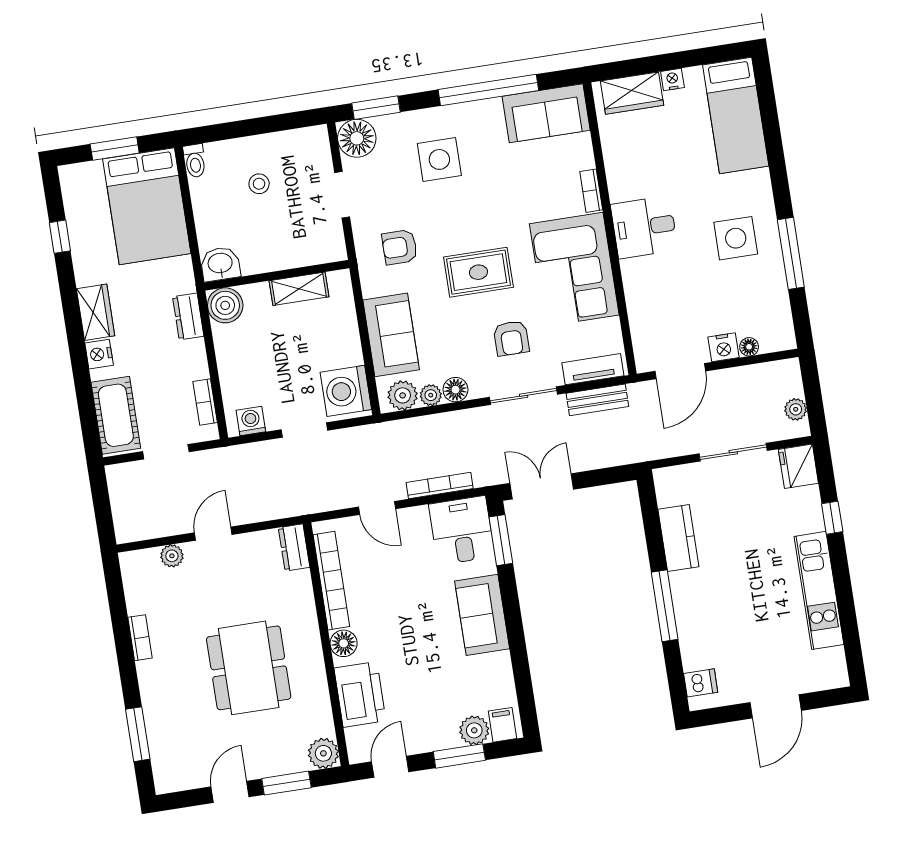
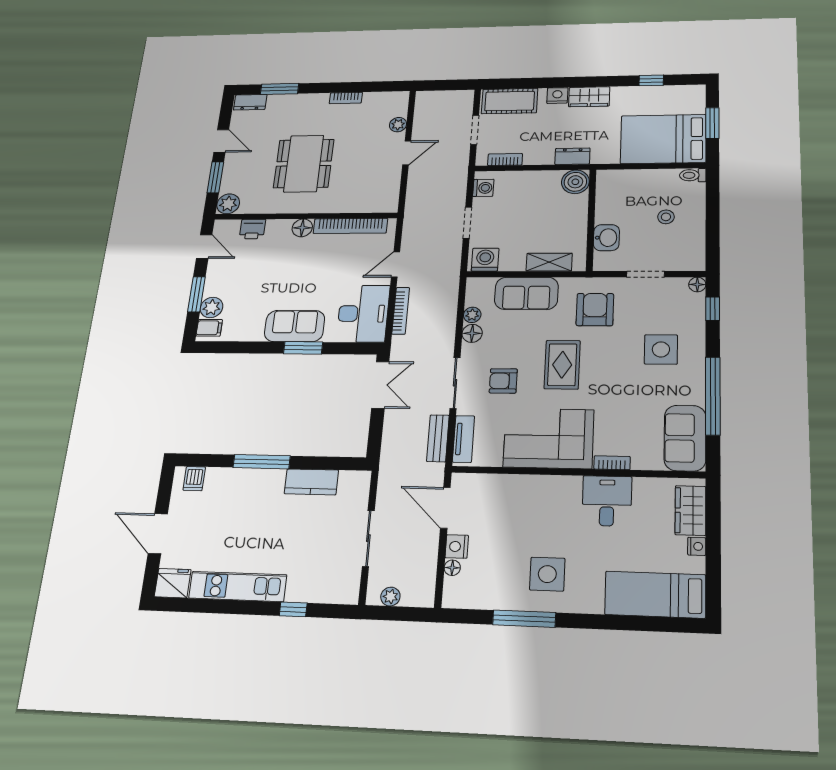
window: (376, 108) -> (713, 309), width x0.67
floor lamp: (357, 138) -> (697, 284), width x0.53, depth x0.53
desk: (644, 227) -> (607, 501), moved
armchair: (400, 247) -> (595, 310), width x1.38, depth x1.38
washbasin: (220, 264) -> (606, 238), moved
shelving: (299, 289) -> (549, 262), moved, turned 90
washing machine: (346, 391) -> (485, 260), width x0.73, depth x0.73
plant: (403, 395) -> (477, 295), removed
fridge: (798, 466) -> (173, 583), moved
desk: (462, 530) -> (363, 314), width x1.37
door: (213, 534) -> (407, 153), hinge flipped
window: (501, 540) -> (303, 348), moved
dresser: (294, 547) -> (250, 102), moved, turned 180
dining table: (249, 668) -> (304, 164), turned 90
printer: (360, 694) -> (252, 229), width x0.53, depth x0.68

